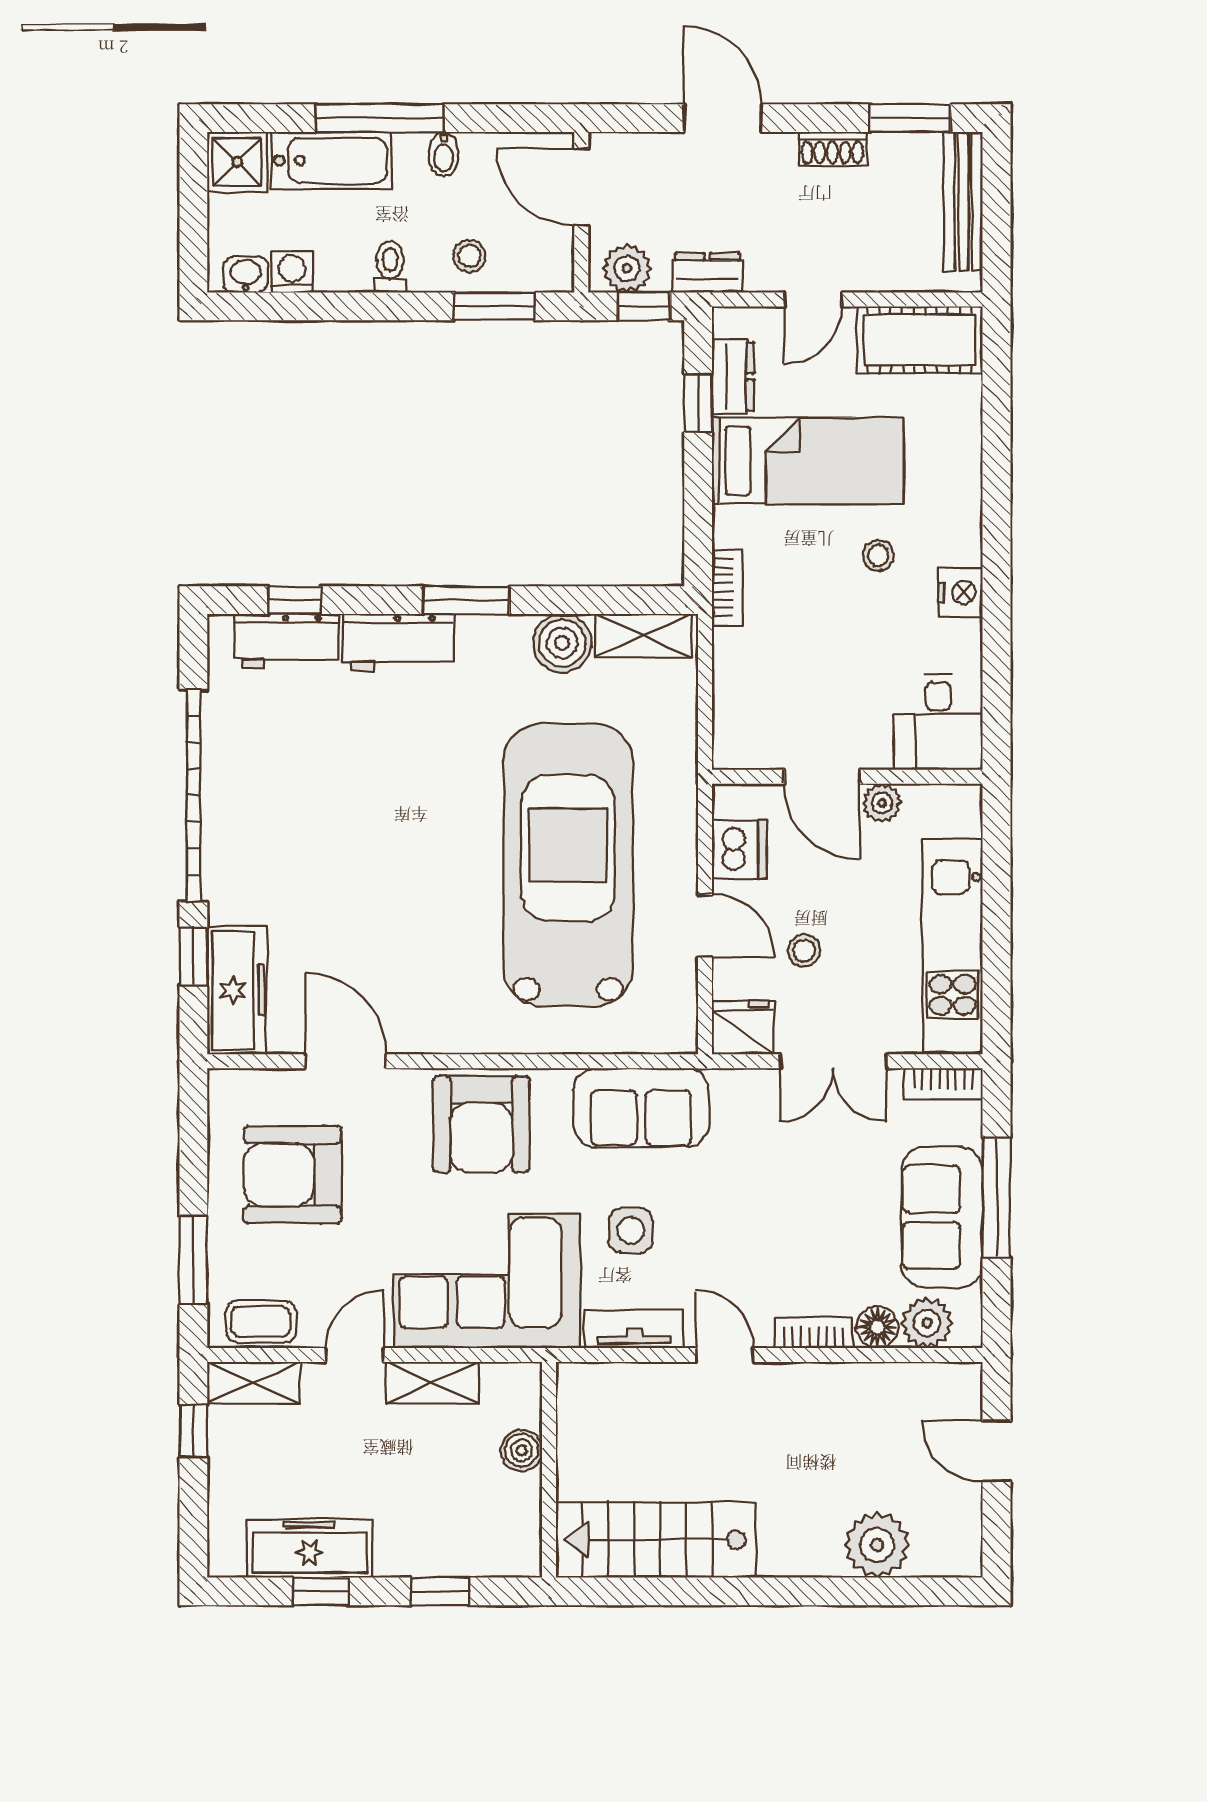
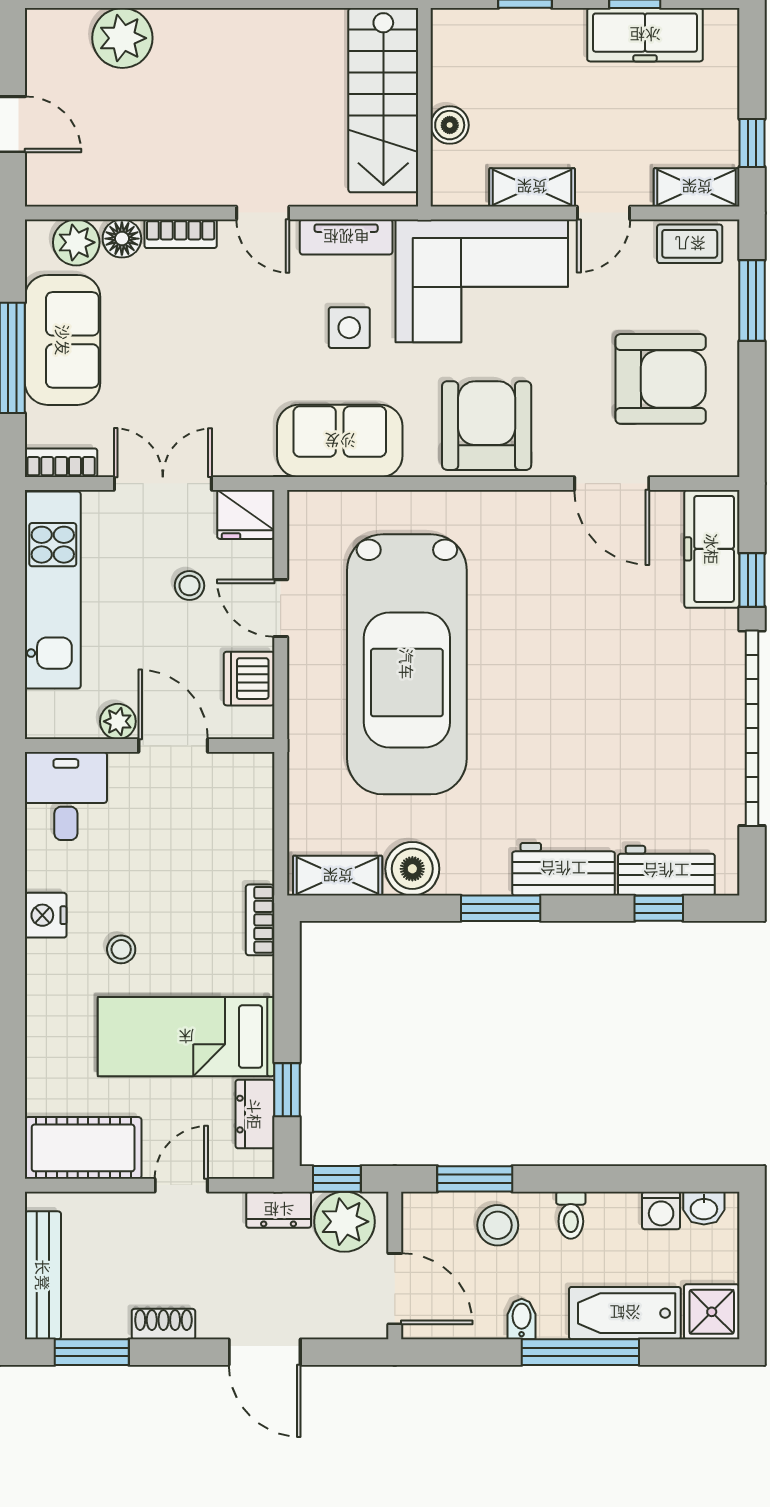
stool: (469, 256) -> (498, 1225), width x1.37, depth x1.37
plant: (627, 269) -> (344, 1222), width x1.36, depth x1.36
stairs: (656, 1540) -> (383, 100), moved, turned 90

